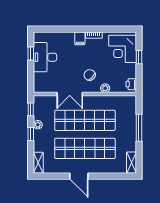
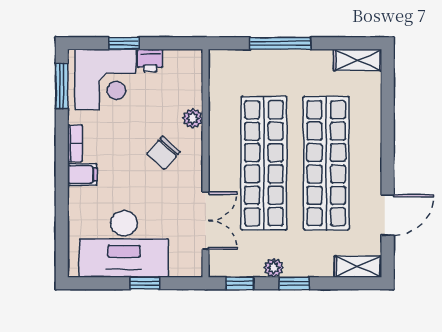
window: (120, 29) -> (62, 86), added
window: (31, 54) -> (145, 283), moved
desk: (45, 57) -> (124, 244), width x1.36, depth x1.30
printer: (131, 84) -> (150, 61), moved
double door: (70, 94) -> (206, 221), moved
door: (79, 176) -> (388, 215), moved

